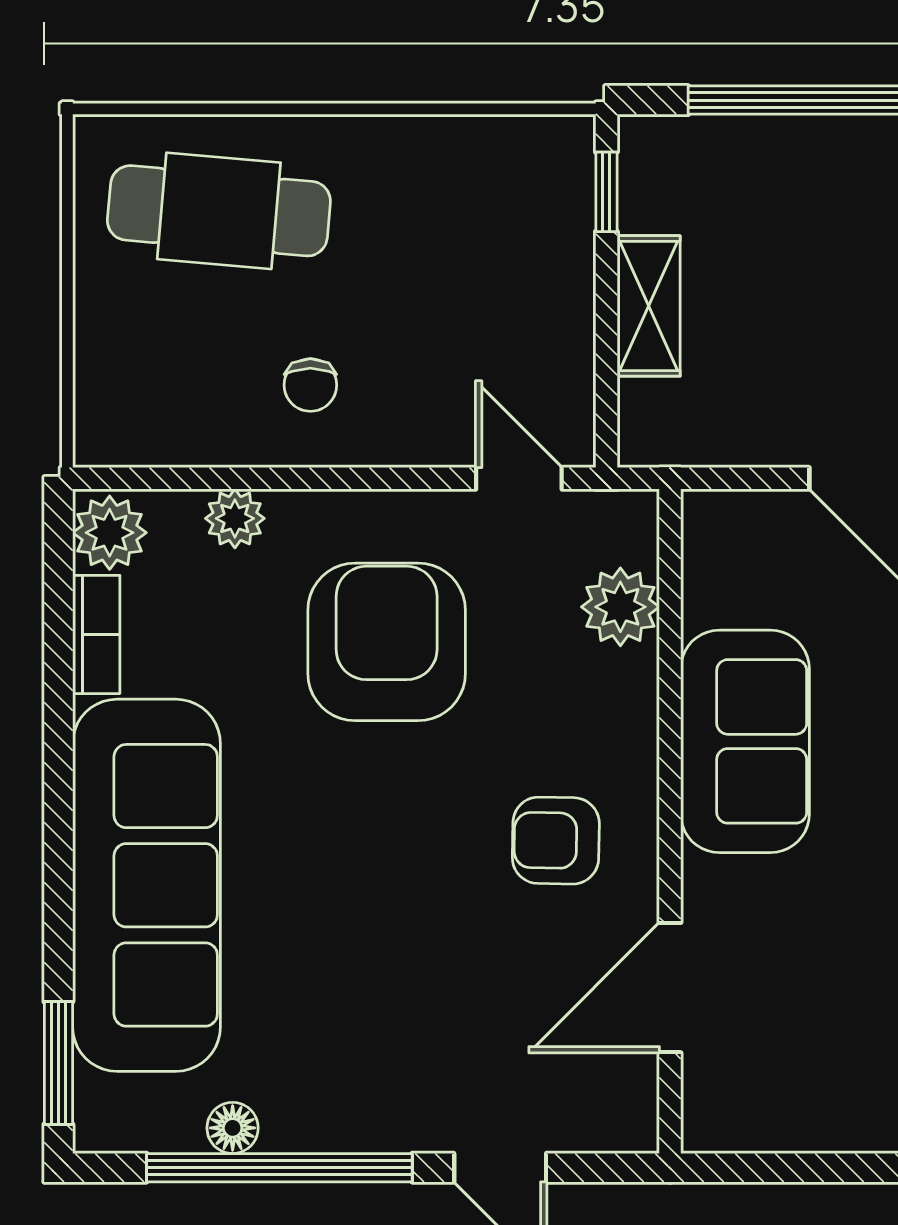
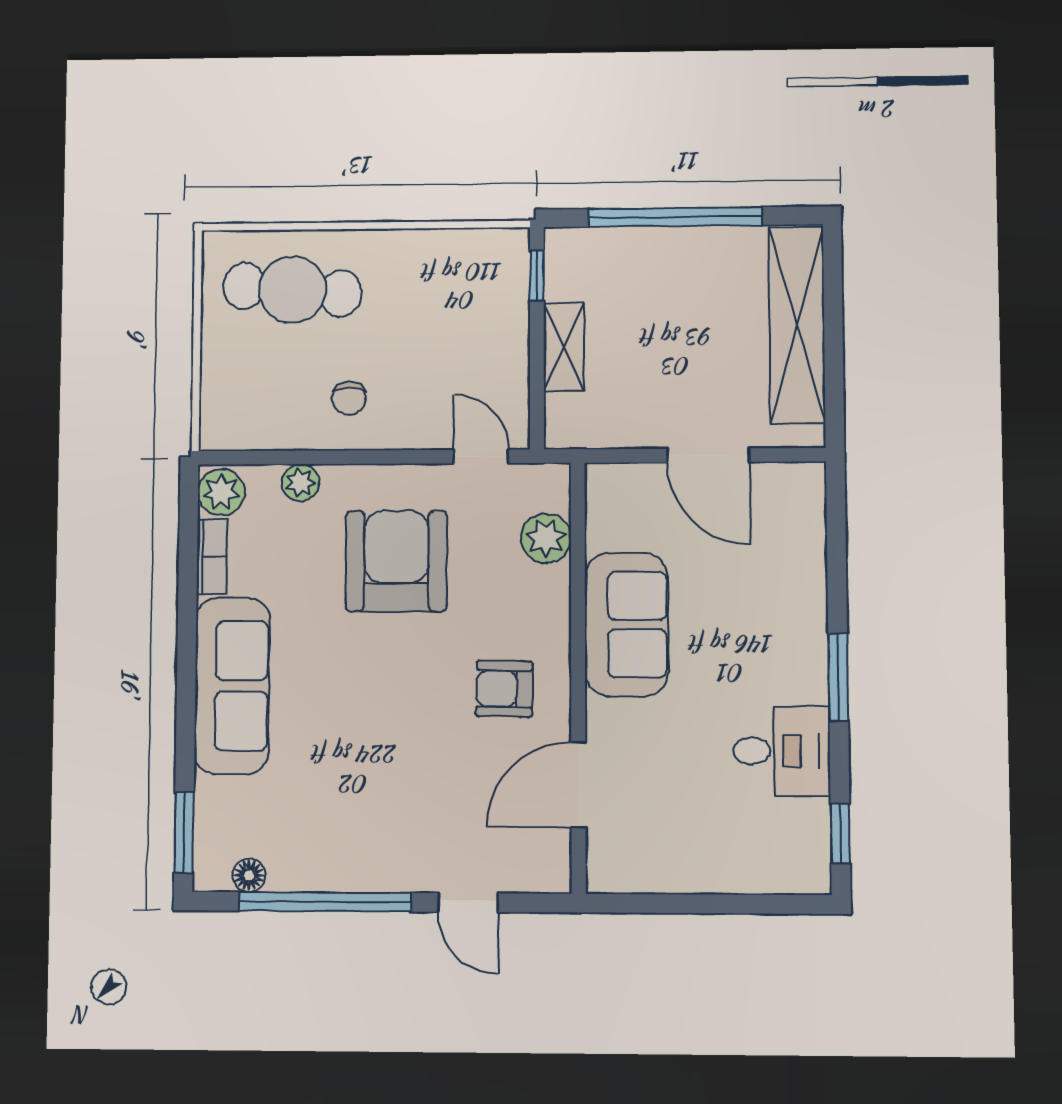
sofa: (146, 885) -> (232, 686), width x0.74, depth x0.79
floor lamp: (233, 1128) -> (249, 875), moved

